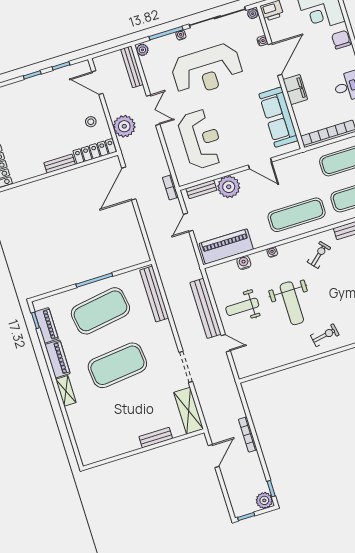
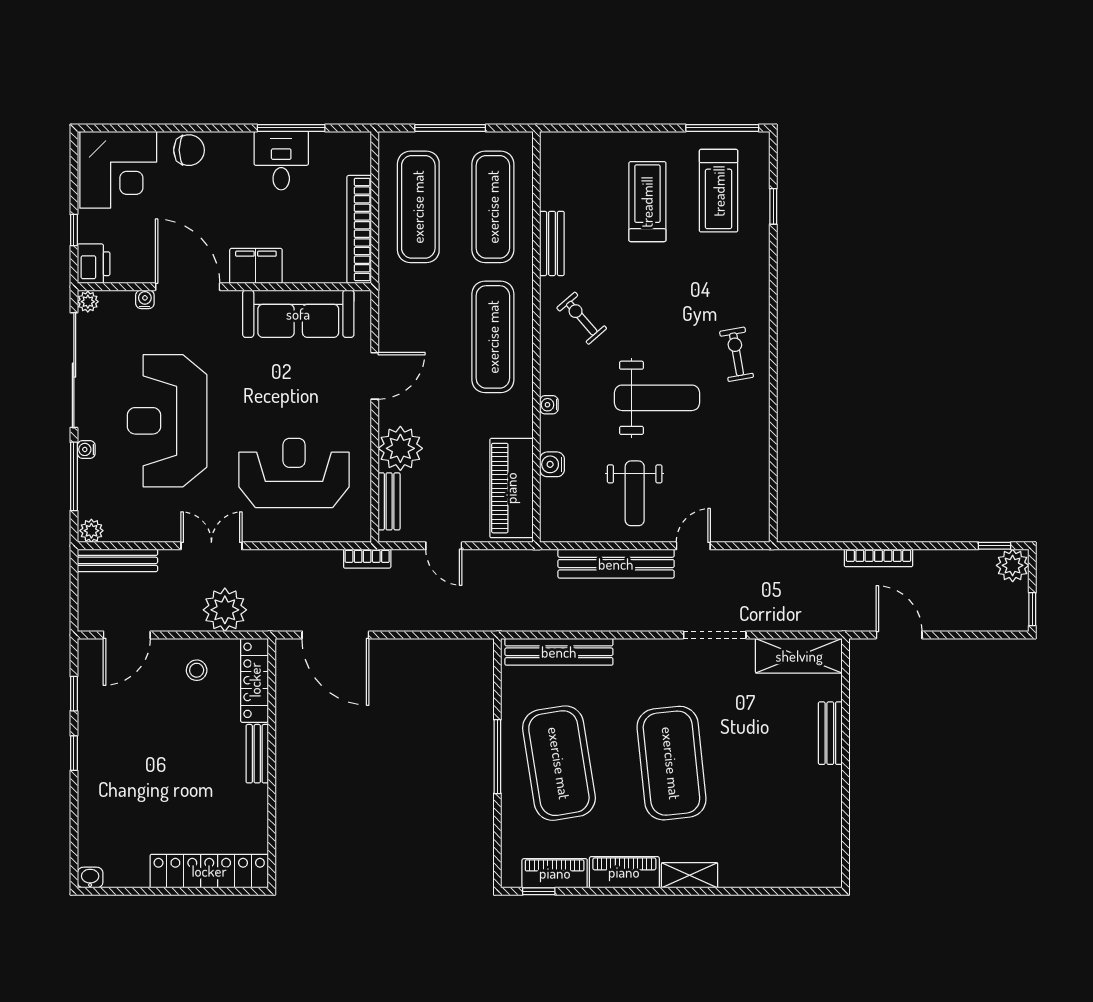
chair: (341, 40) -> (189, 150), turned 180
reception desk: (207, 70) -> (167, 421), turned 180

